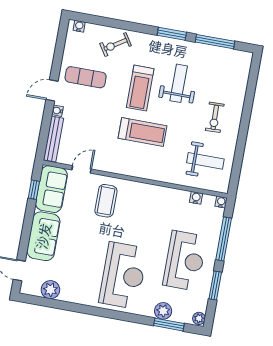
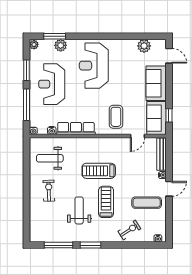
weight bench: (179, 83) -> (79, 210), turned 180
row of seats: (163, 195) -> (76, 129), added

